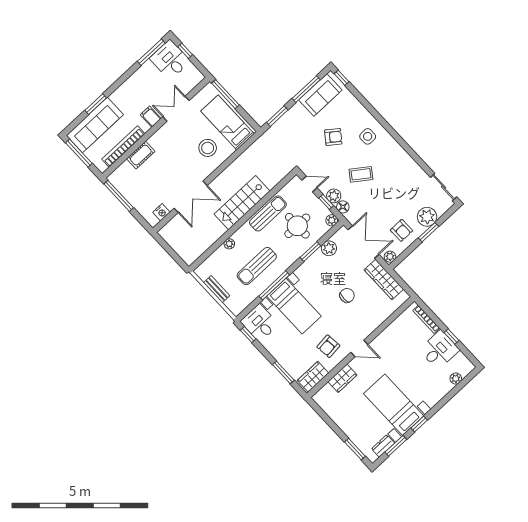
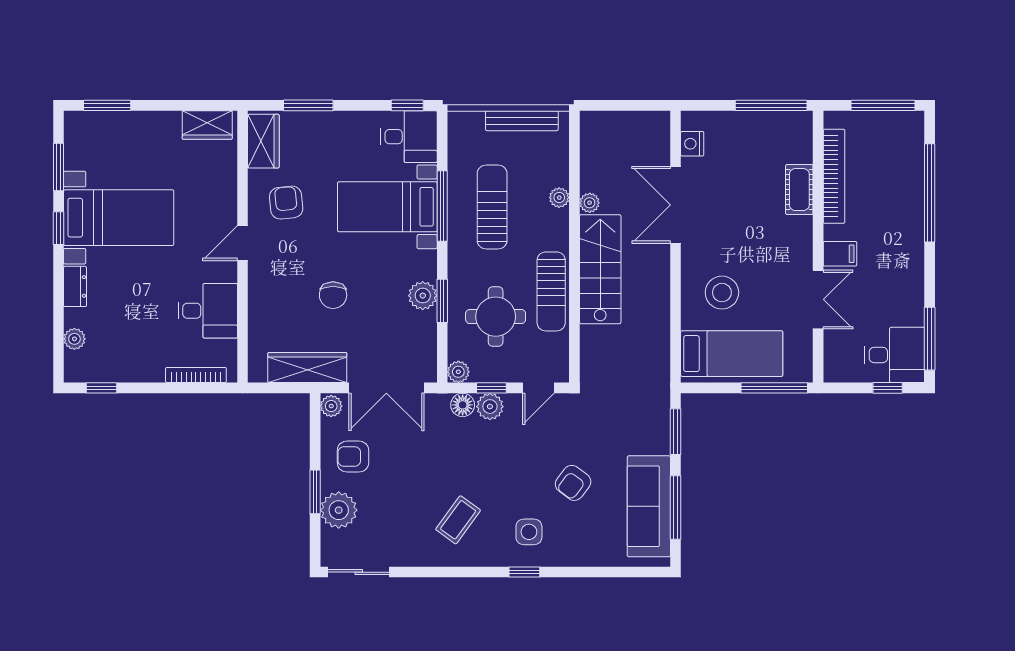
window: (342, 78) -> (524, 572), moved
sofa: (320, 95) -> (649, 506), width x1.36
window: (96, 104) -> (930, 193), width x2.11
sofa: (95, 125) -> (902, 164), removed
coffee table: (361, 174) -> (458, 520), moved
plant: (220, 230) -> (590, 203), added
plant: (329, 248) -> (423, 296), moved
bench: (217, 289) -> (522, 121), width x1.36
window: (452, 337) -> (101, 388), moved
desk: (439, 350) -> (208, 311), moved, turned -90
wardrobe: (342, 378) -> (207, 125), moved, turned -90
dresser: (383, 446) -> (75, 286), moved

